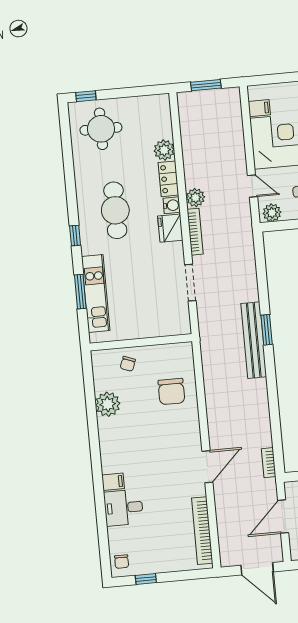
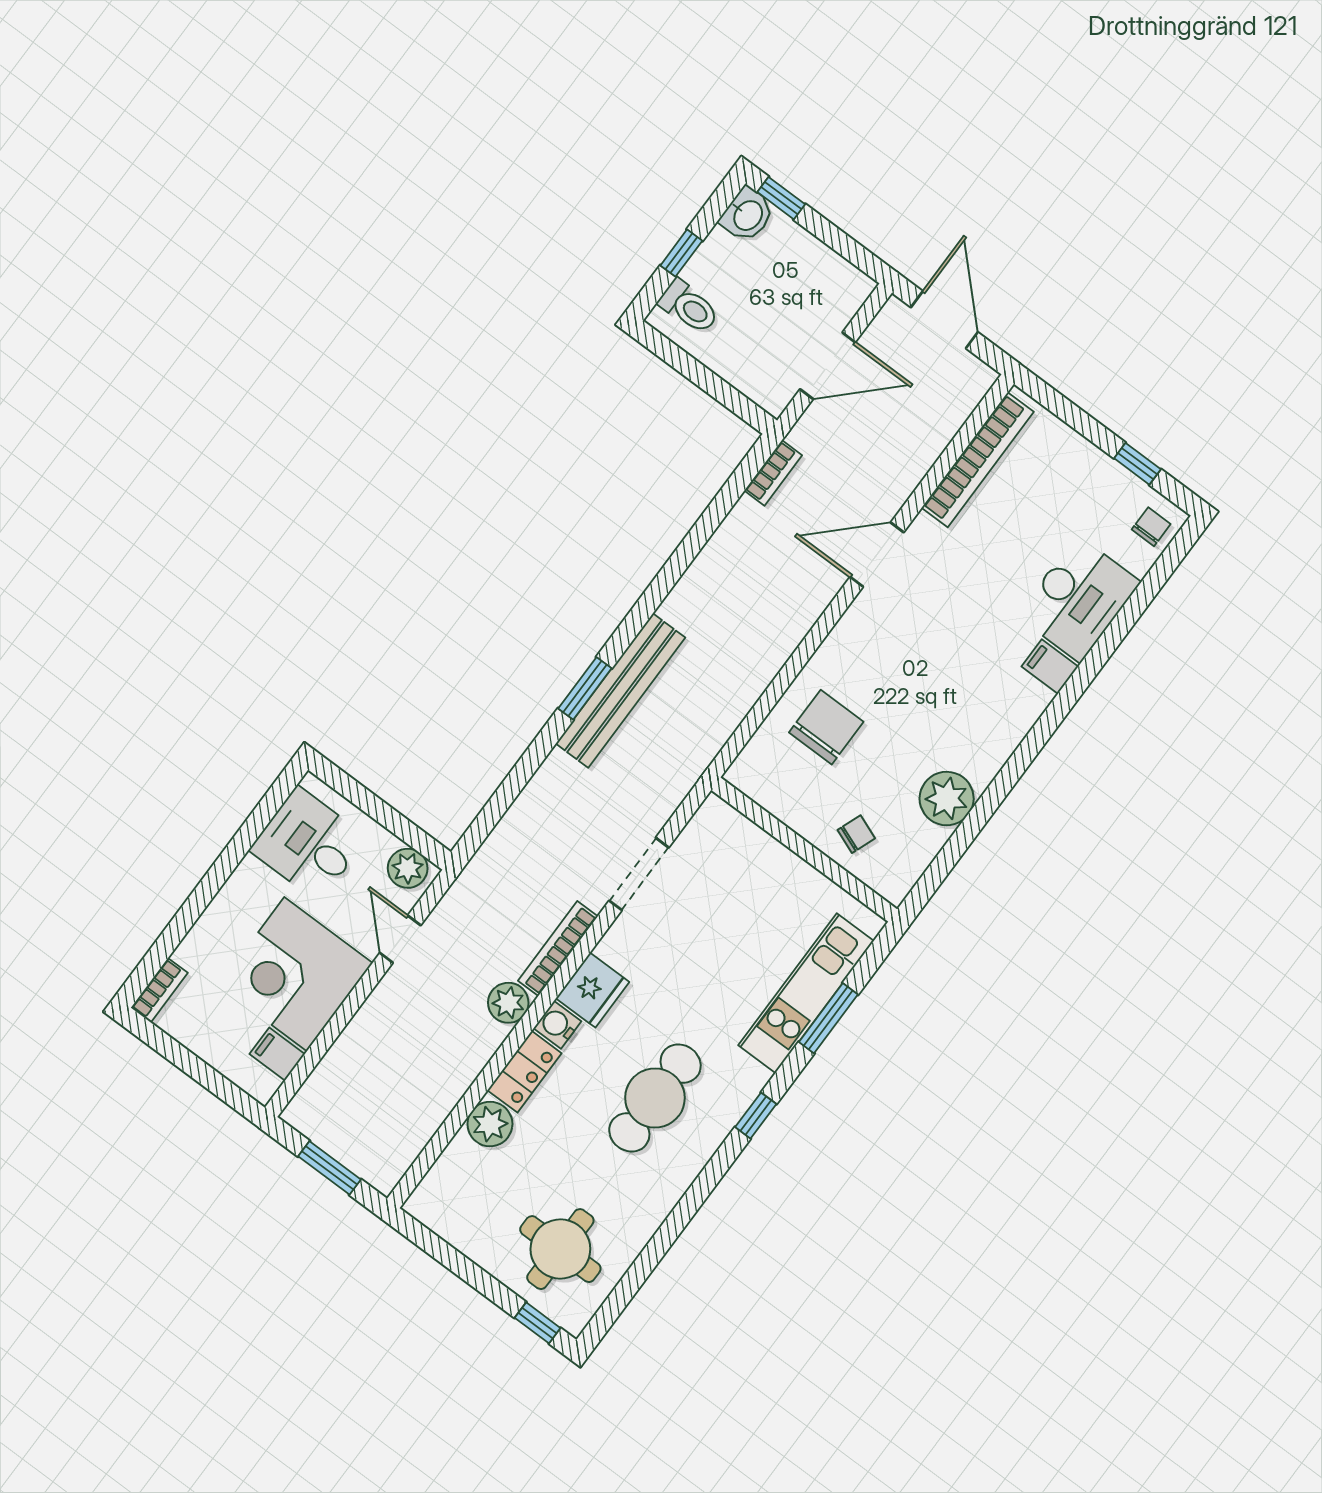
desk: (124, 508) -> (1079, 599), width x1.37

